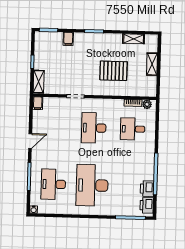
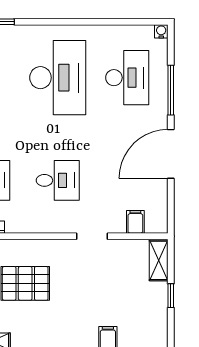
filing cabinet: (38, 103) -> (135, 222), moved
desk: (94, 128) -> (58, 180), width x0.73
door: (30, 141) -> (171, 154), width x1.87

